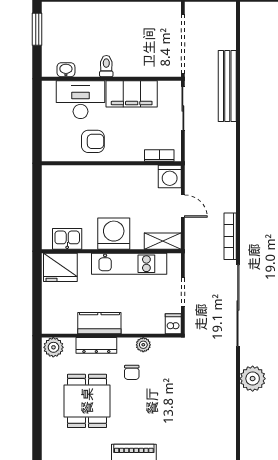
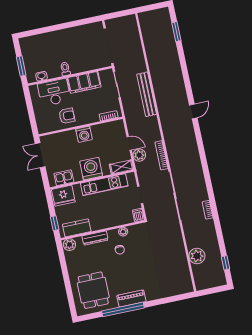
window: (37, 29) -> (21, 66), moved
bench: (227, 86) -> (147, 94), moved
washing machine: (170, 176) -> (84, 134), moved
double door: (37, 195) -> (40, 155), added
plant: (195, 228) -> (139, 155), added
window: (37, 308) -> (55, 223), added
kitchen counter: (99, 323) -> (77, 228), moved
plant: (253, 379) -> (197, 256), moved
dining table: (87, 401) -> (93, 290), moved

